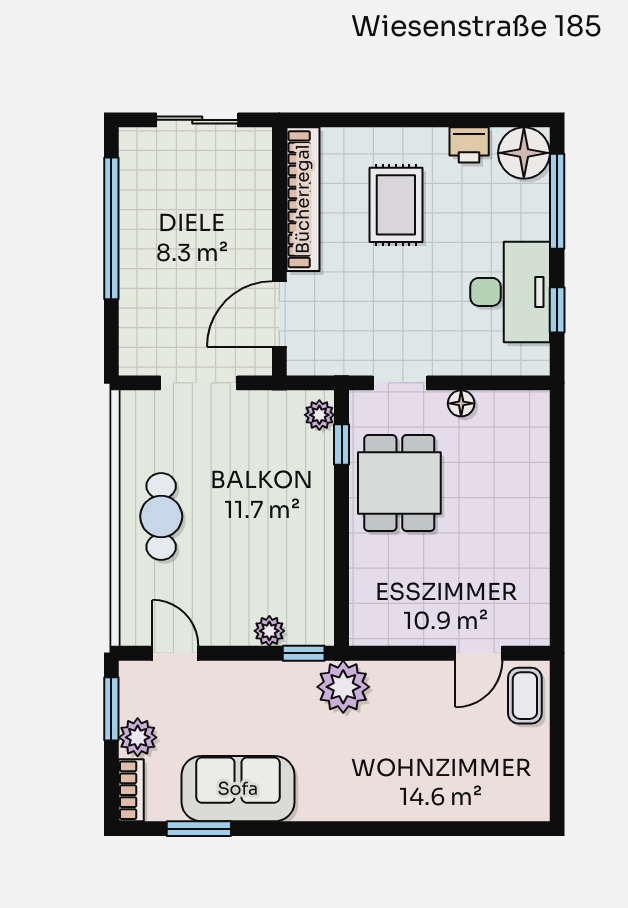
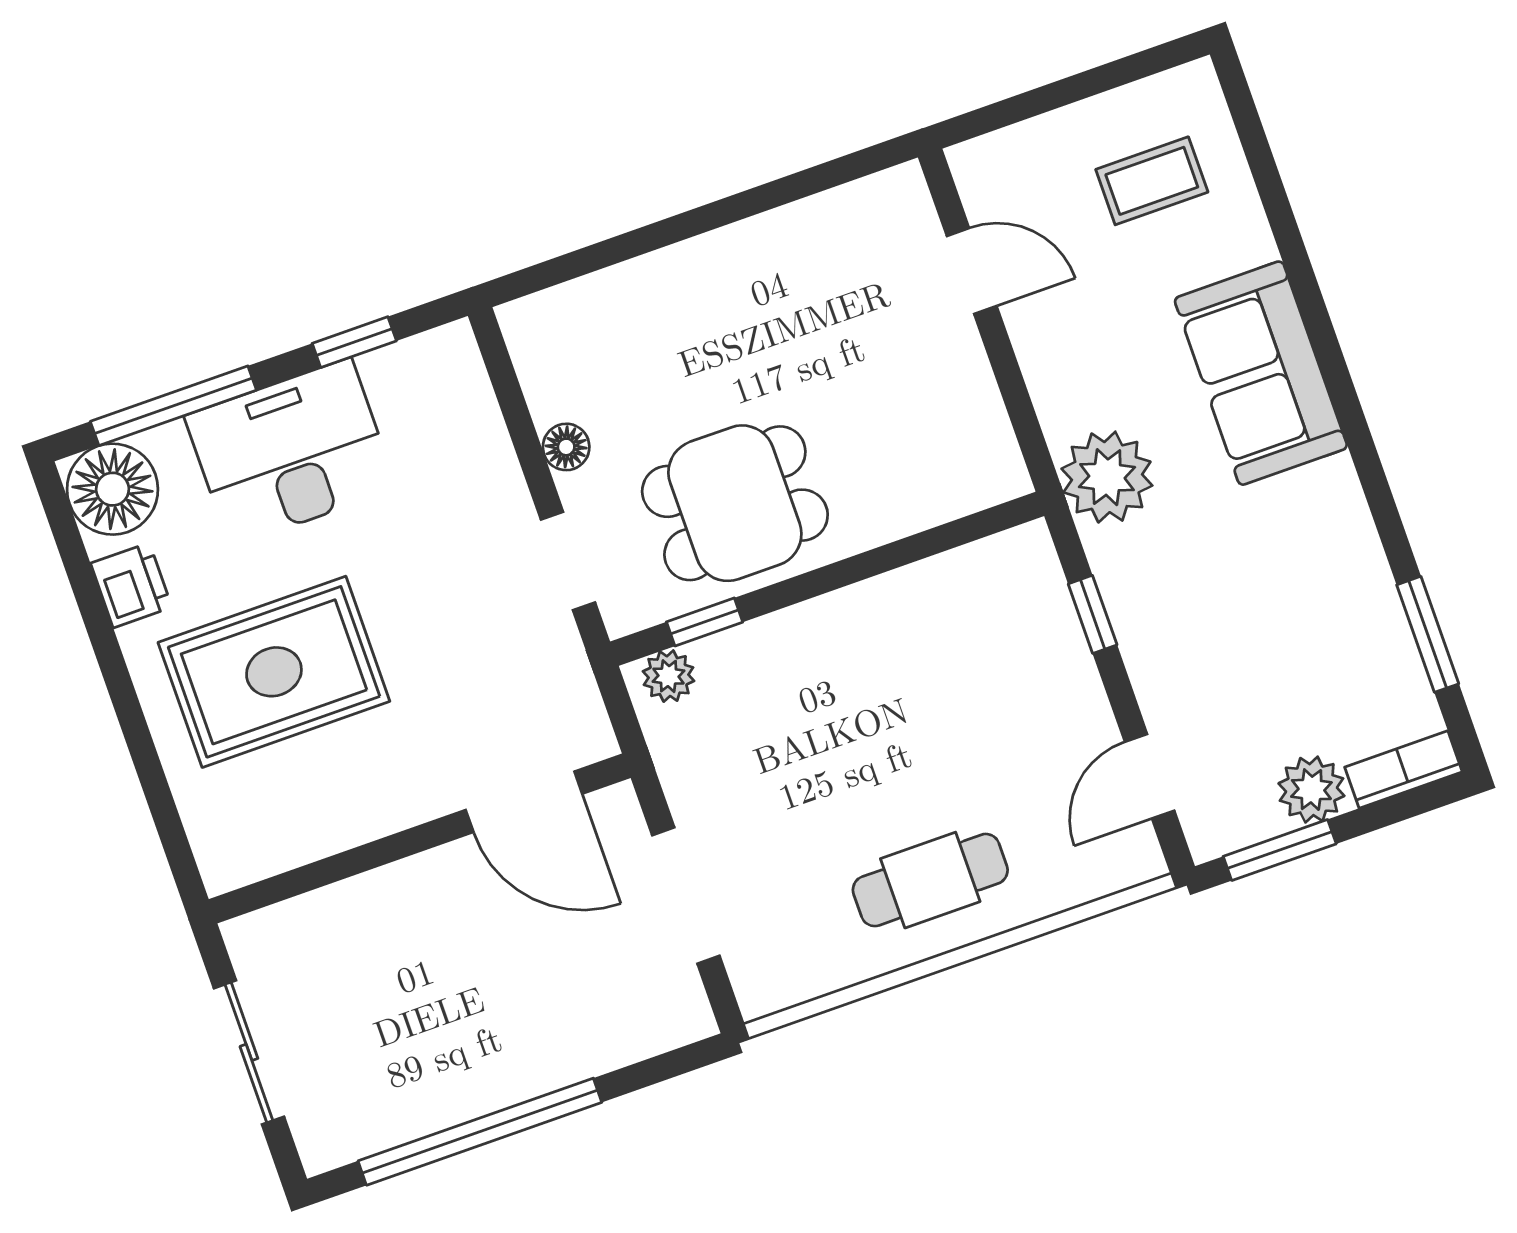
bookcase: (303, 199) -> (319, 830), removed
rug: (396, 205) -> (274, 672), width x1.36, depth x1.43
desk: (510, 292) -> (291, 452), moved
plant: (269, 631) -> (1057, 633), removed
window: (304, 653) -> (1093, 614), moved
coffee table: (525, 696) -> (1152, 181), moved
sofa: (238, 789) -> (1261, 373), moved

